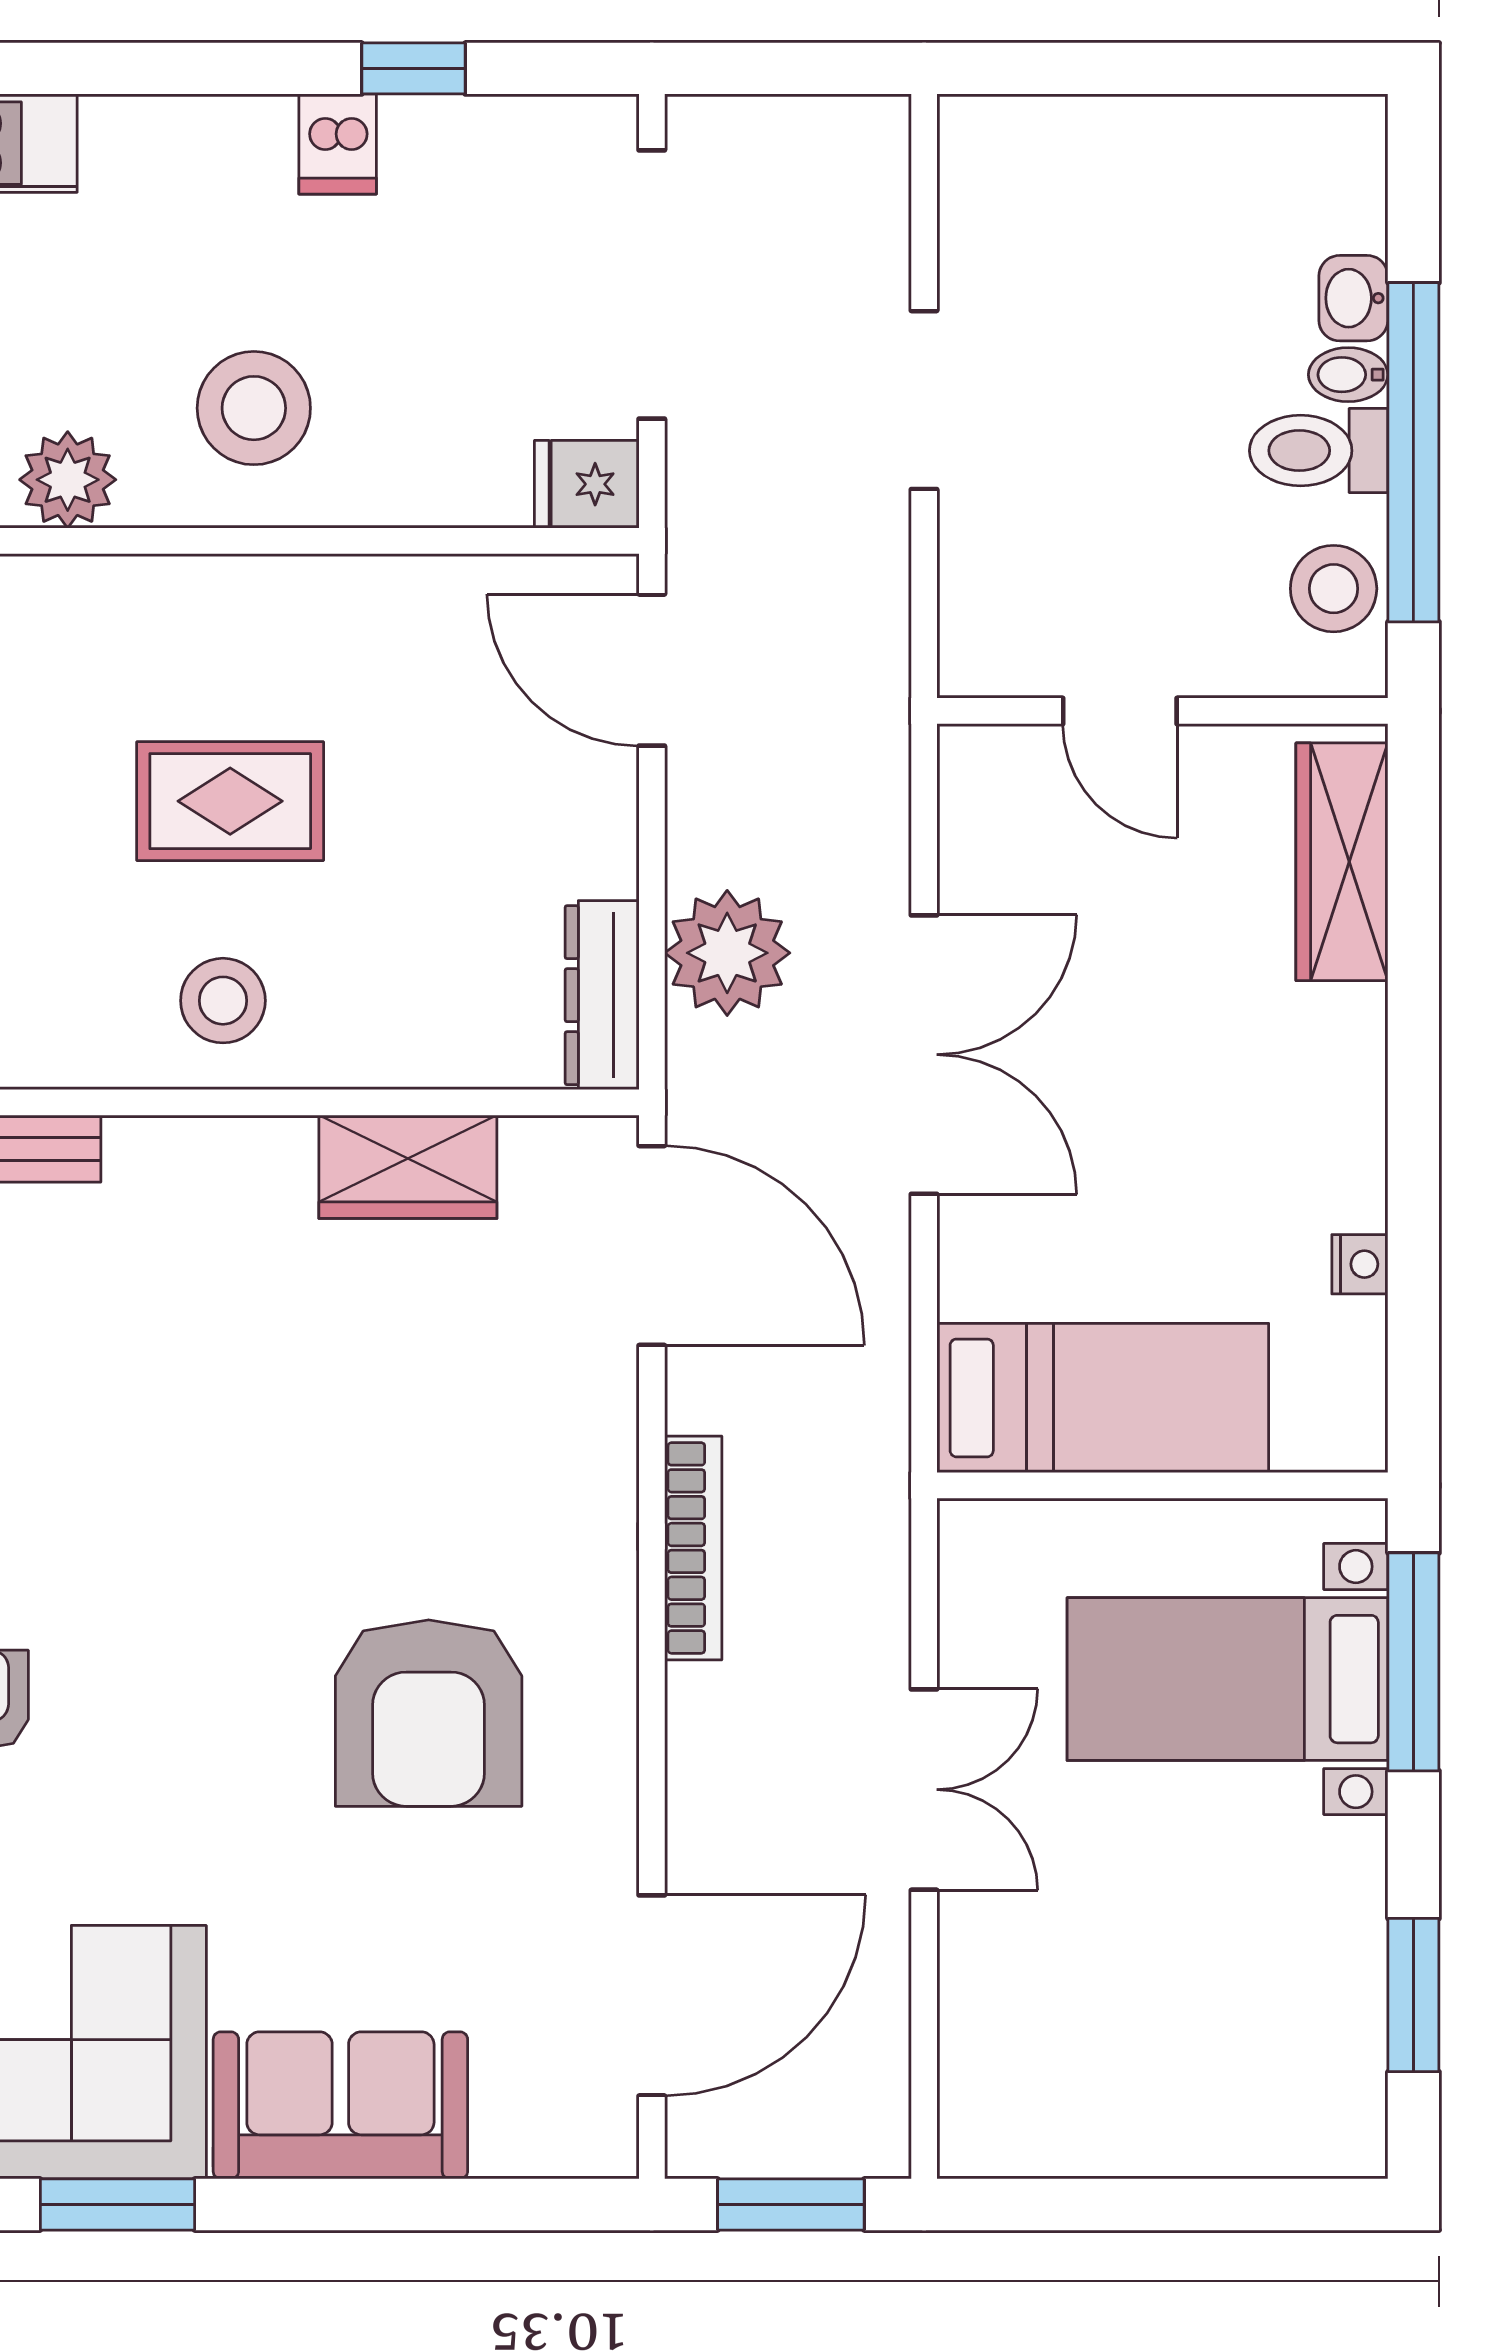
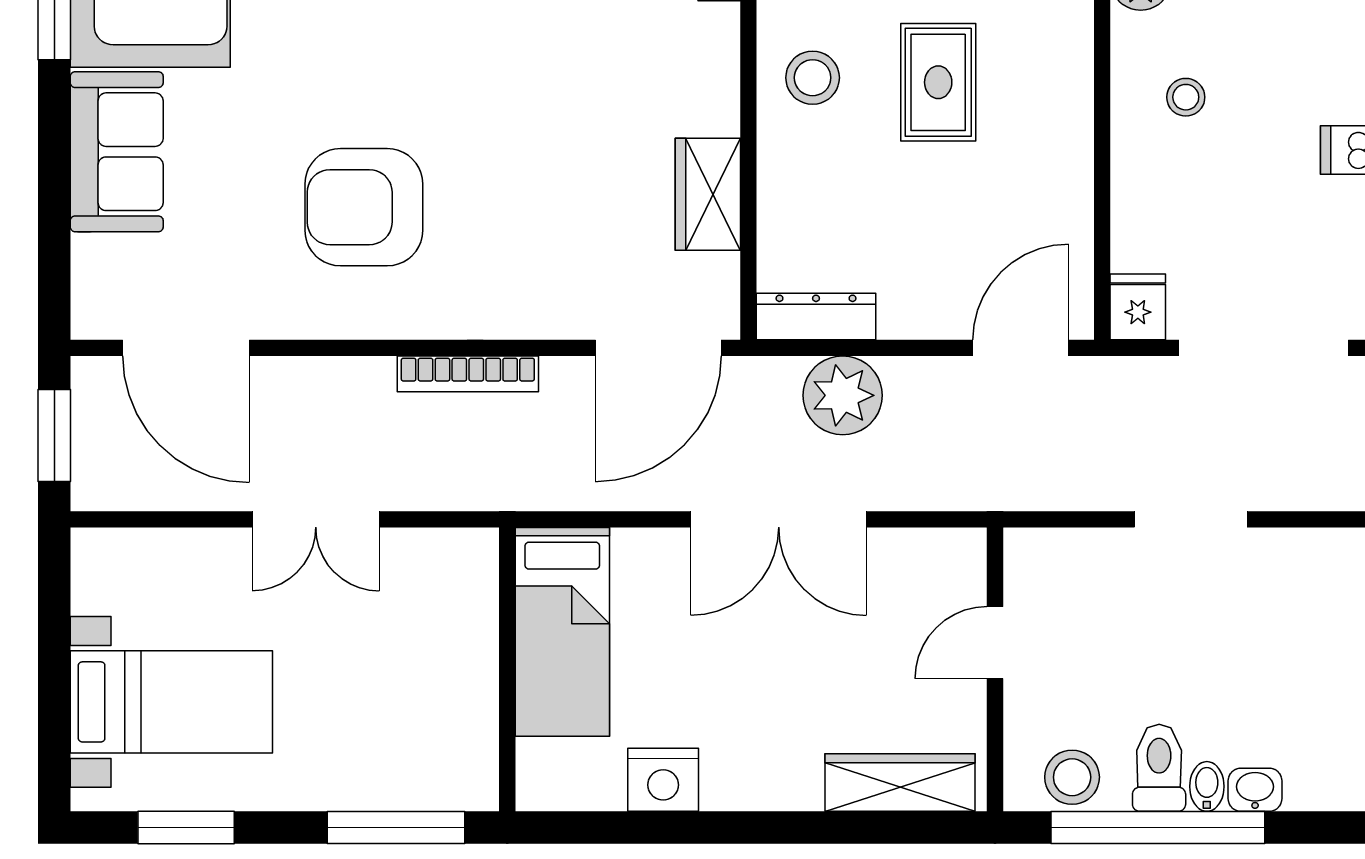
stool: (254, 408) -> (1186, 97), width x0.53, depth x0.53
nightstand: (1360, 1264) -> (663, 780), width x1.89, depth x1.79
bed with nightstands: (1227, 1679) -> (171, 702), moved, turned 90

